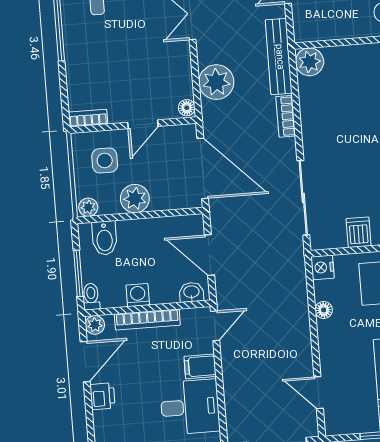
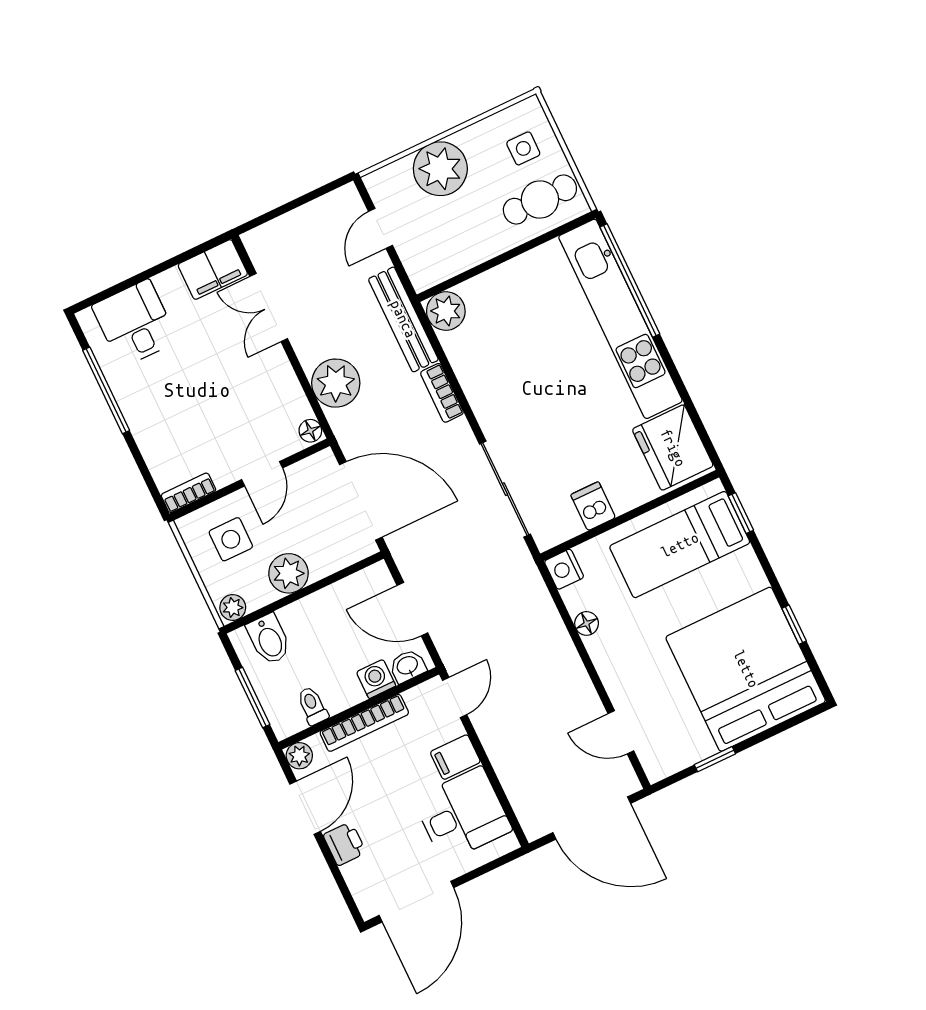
washing machine: (138, 295) -> (376, 679), moved
toilet: (91, 297) -> (312, 706), moved

